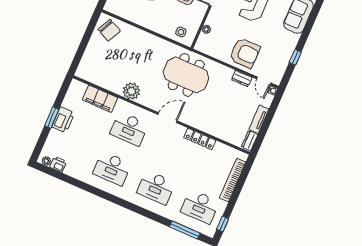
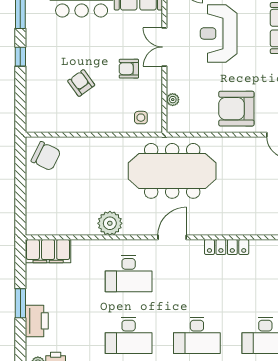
armchair: (245, 53) -> (236, 109), turned 180
meeting table: (186, 75) -> (172, 171), width x1.36
dresser: (242, 79) -> (247, 144), removed
filing cabinet: (100, 99) -> (48, 251), moved
printer: (63, 120) -> (37, 321), moved

